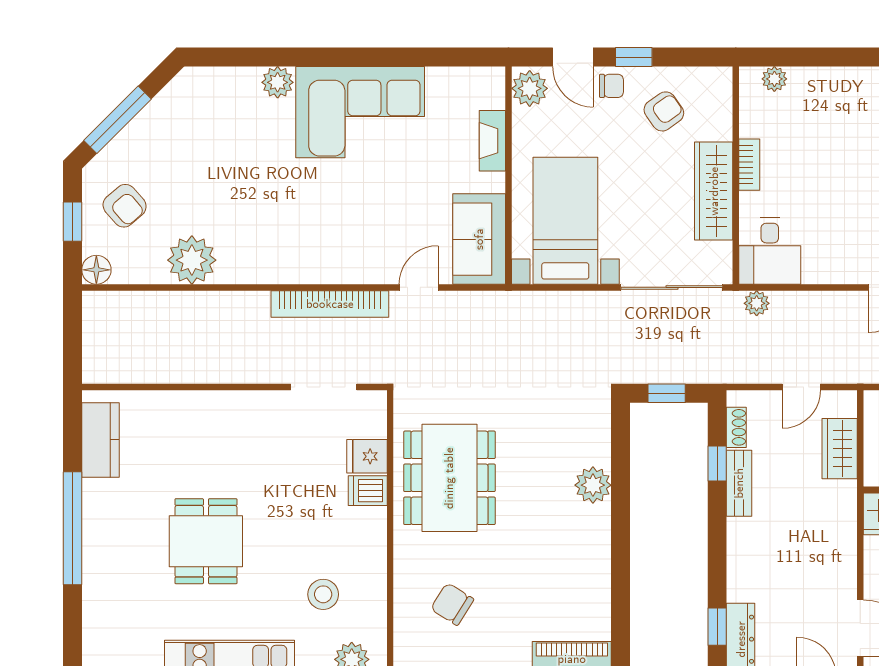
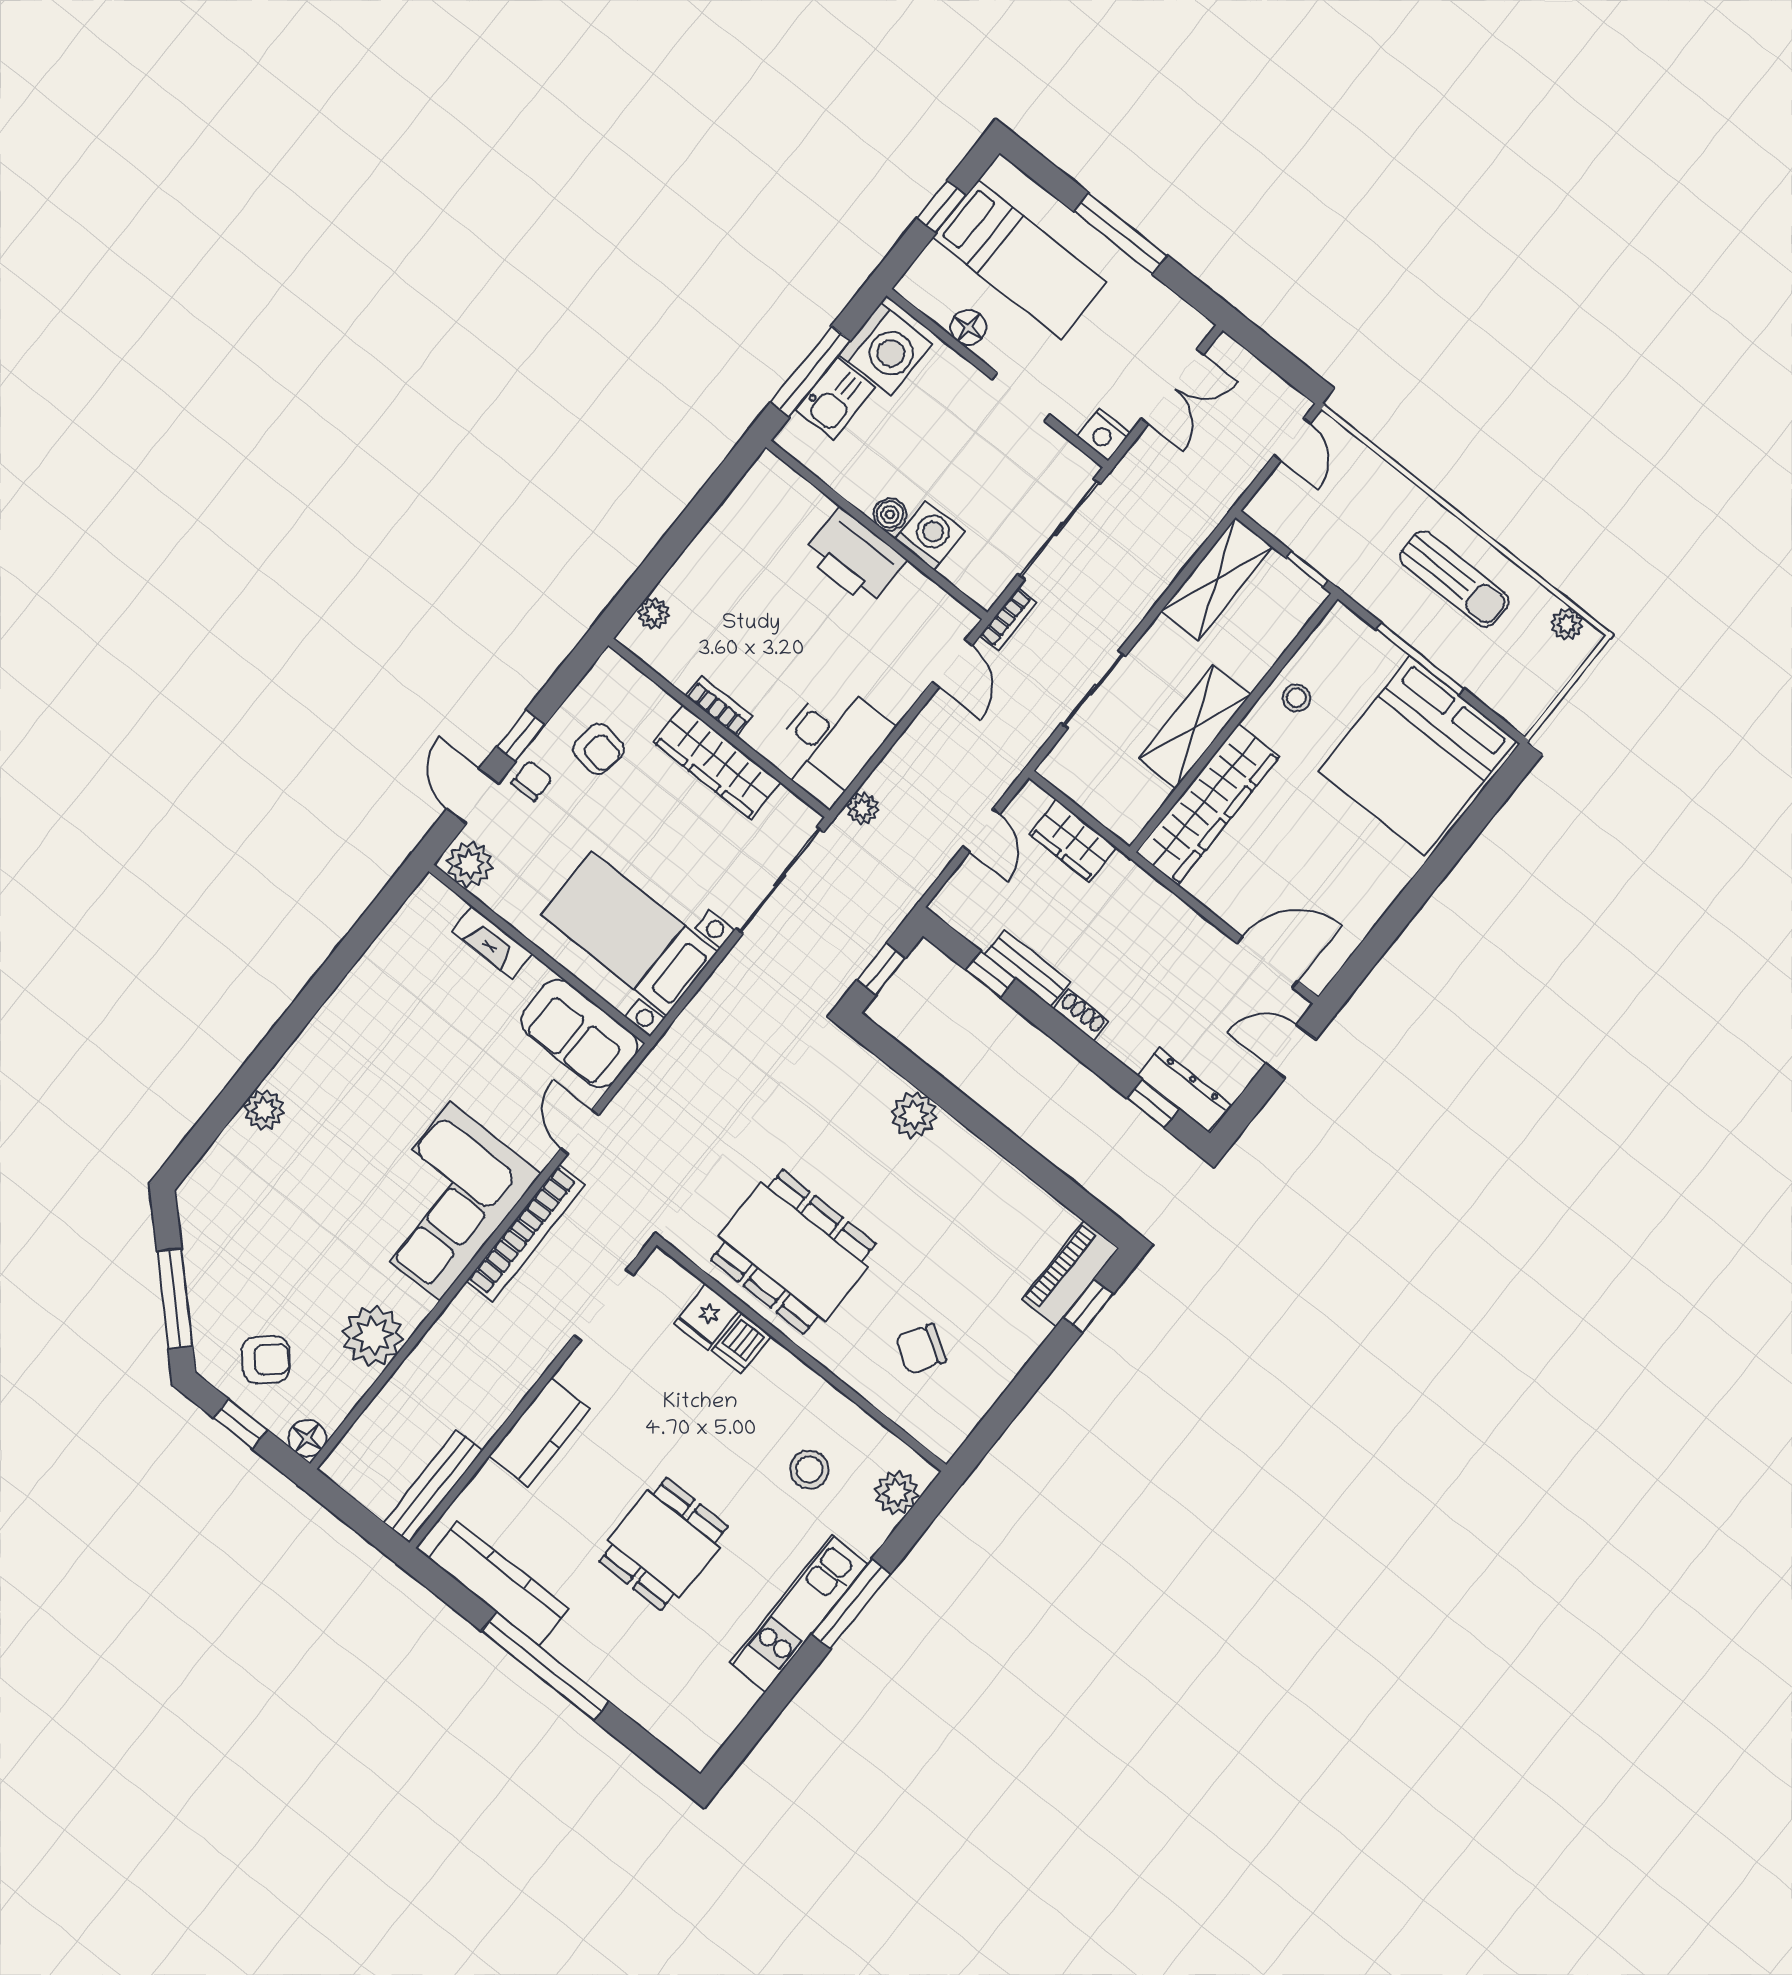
door: (573, 57) -> (472, 796), swing flipped
armchair: (664, 111) -> (599, 749), turned 134
corner sofa: (360, 112) -> (445, 1201), moved, turned 180
desk: (770, 251) -> (830, 743), width x1.37
bench: (128, 371) -> (433, 1487), added
kitchen counter: (214, 410) -> (539, 1432), added
shoe rack: (736, 427) -> (1081, 1015), moved
kitchen counter: (101, 440) -> (498, 1584), width x1.50
dining table: (206, 541) -> (664, 1544), turned 90

